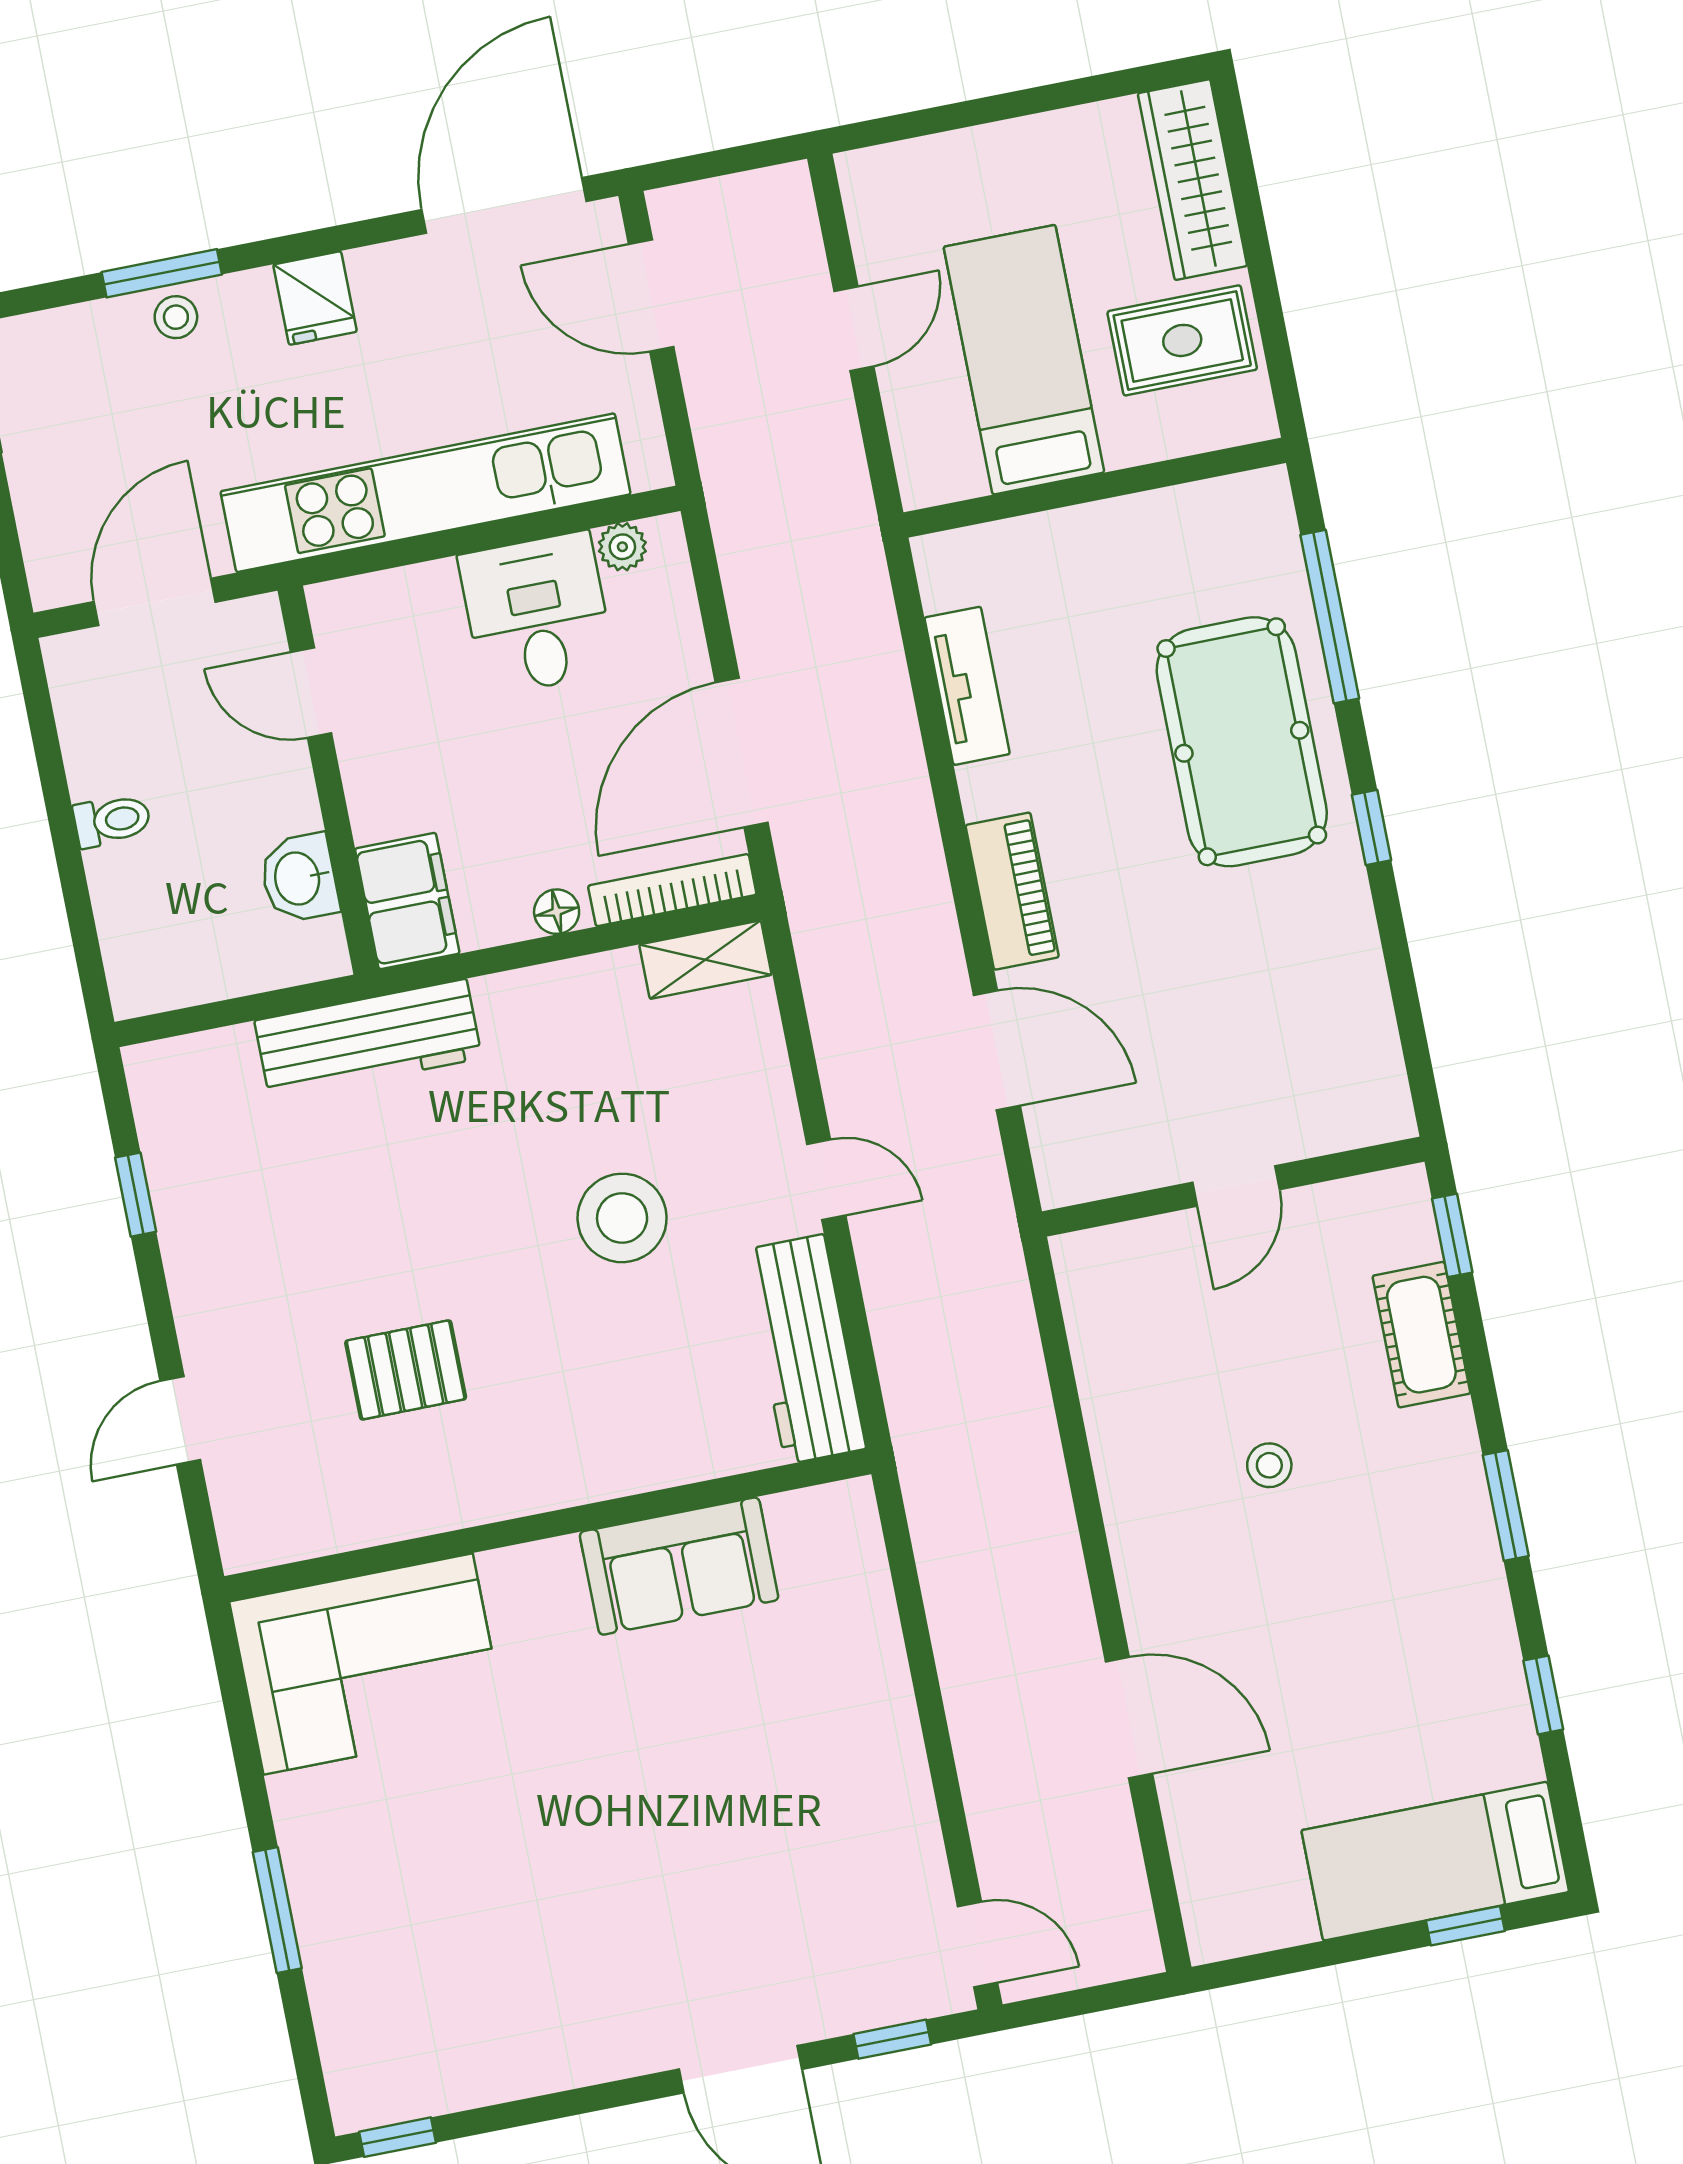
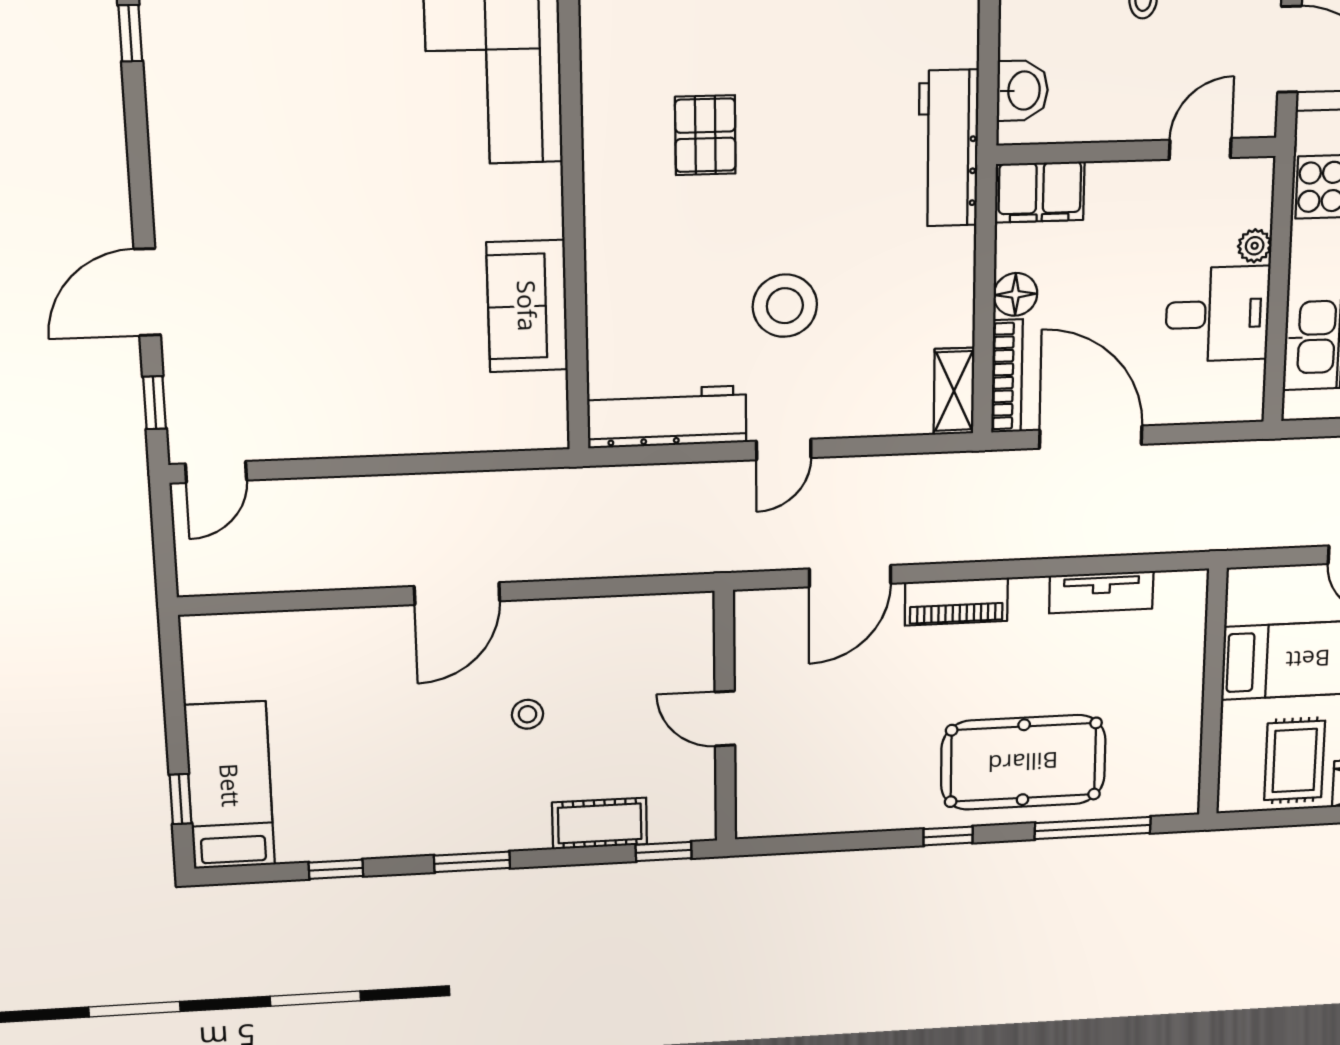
plant: (622, 547) -> (1255, 246), moved
washbasin: (299, 878) -> (1022, 91), moved, turned 90
floor lamp: (557, 912) -> (1015, 294), width x1.37, depth x1.37
door: (1129, 1718) -> (457, 594), moved

